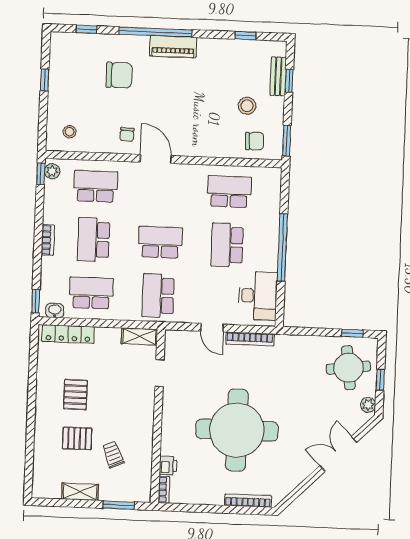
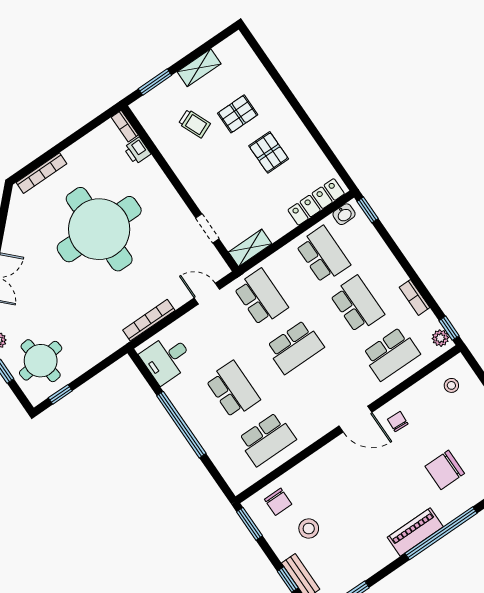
chair: (255, 141) -> (278, 502), turned -88
bookcase: (48, 240) -> (415, 297), moved
school desk: (91, 293) -> (323, 255), turned -90
desk: (258, 296) -> (167, 358), width x0.73
door: (212, 328) -> (207, 294), moved

